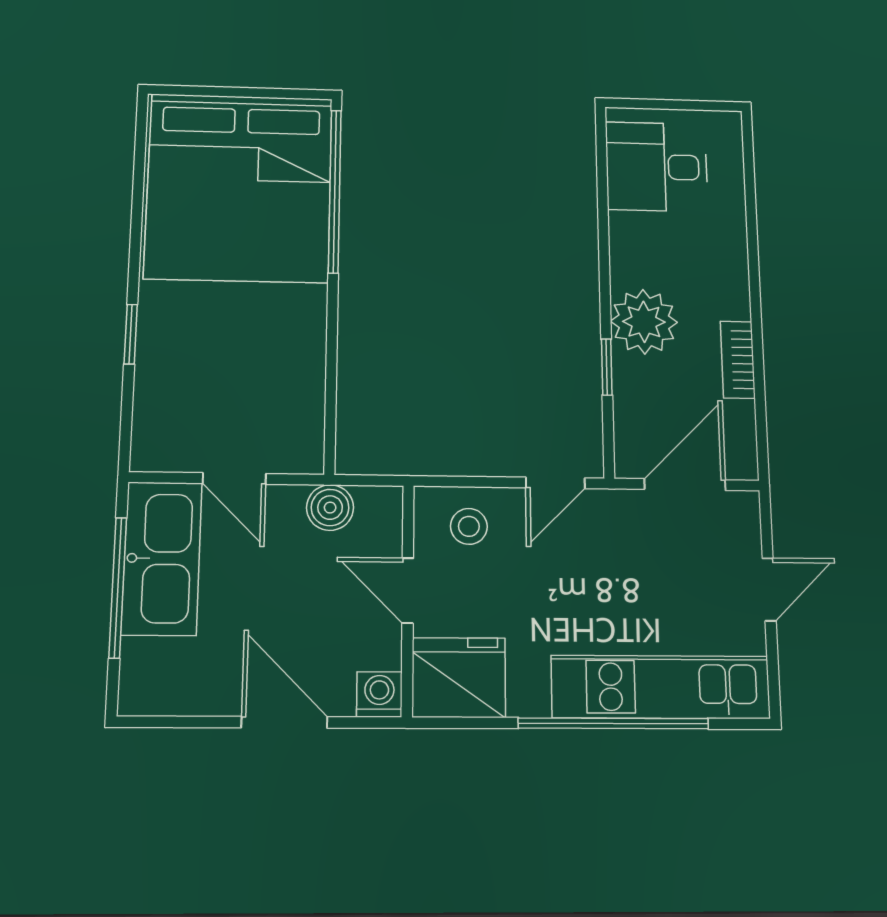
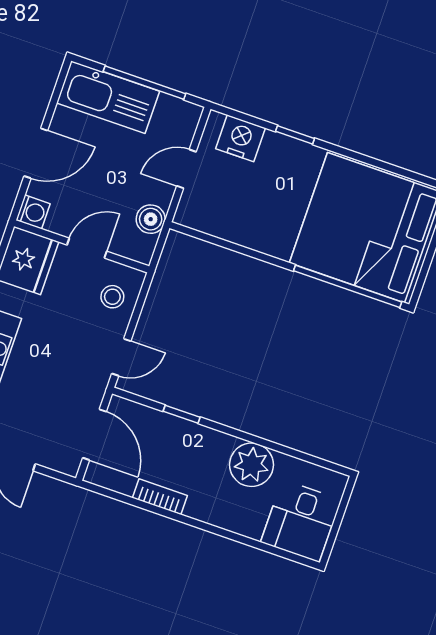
desk: (657, 167) -> (301, 521), moved, turned 180
plant: (644, 322) -> (251, 465), moved
nightstand: (161, 413) -> (241, 138), added
door: (555, 483) -> (121, 357), swing flipped
kitchen sink: (162, 558) -> (108, 97), moved

